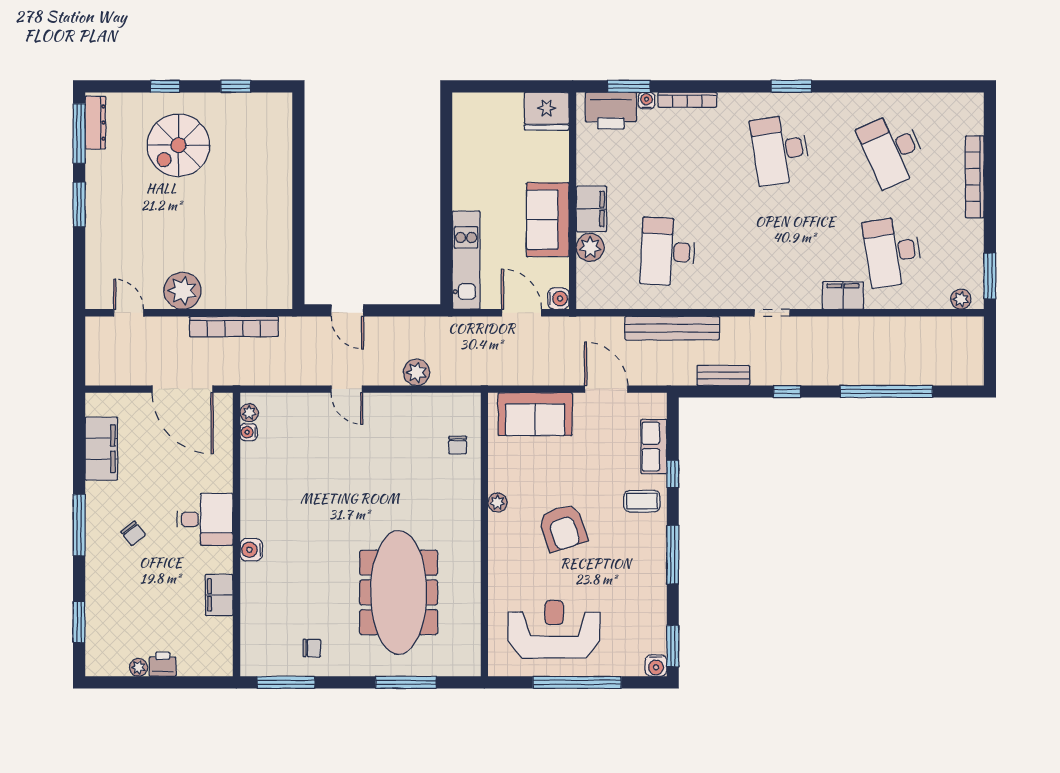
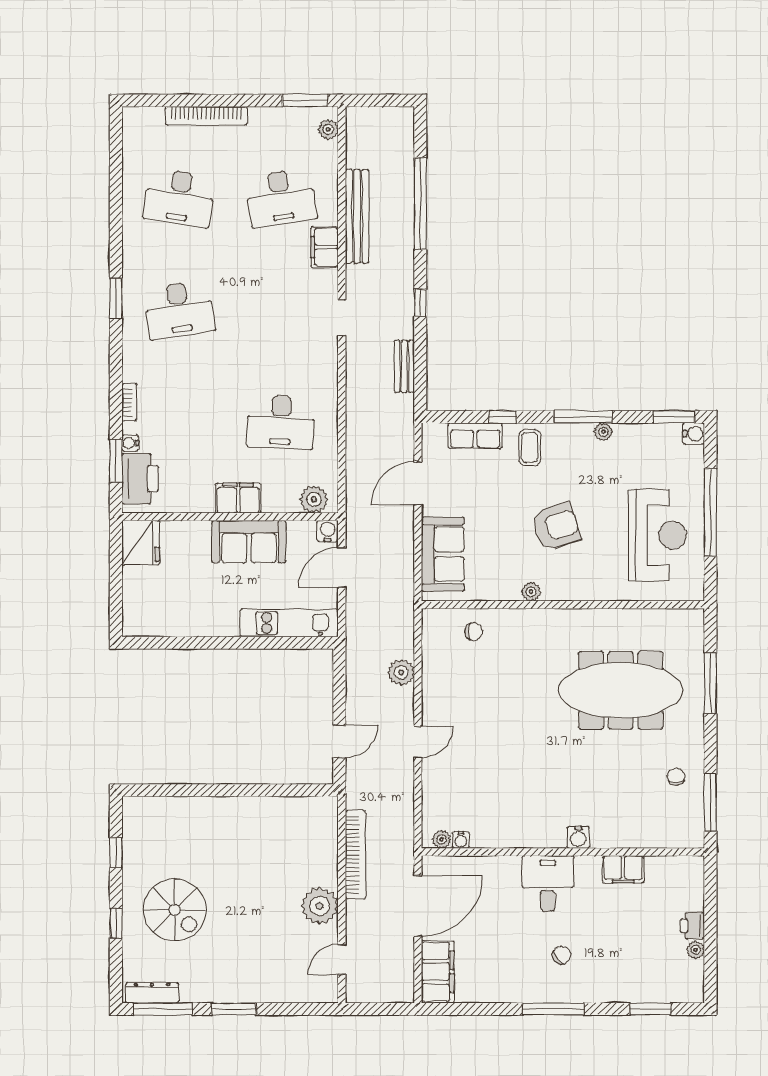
bookcase: (687, 100) -> (129, 402), width x0.64
desk: (892, 150) -> (179, 198), turned 33
plant: (590, 247) -> (314, 499), moved
bench: (672, 328) -> (357, 216), moved
filing cabinet: (101, 449) -> (438, 972), moved, turned 90
plant: (658, 575) -> (603, 432), added
reception desk: (554, 629) -> (657, 535), turned 180

